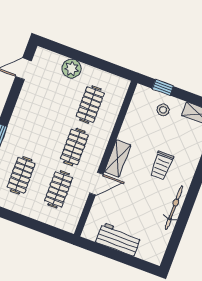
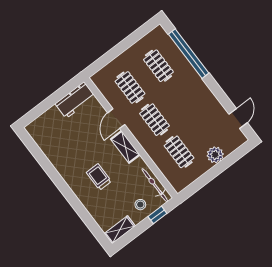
bicycle: (174, 208) -> (155, 185), moved, turned 180
workbench: (118, 239) -> (75, 100), moved

